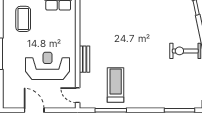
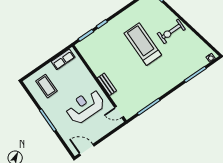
treadmill: (116, 85) -> (143, 44), moved, width x1.37, depth x1.38
door: (34, 110) -> (87, 150), moved

